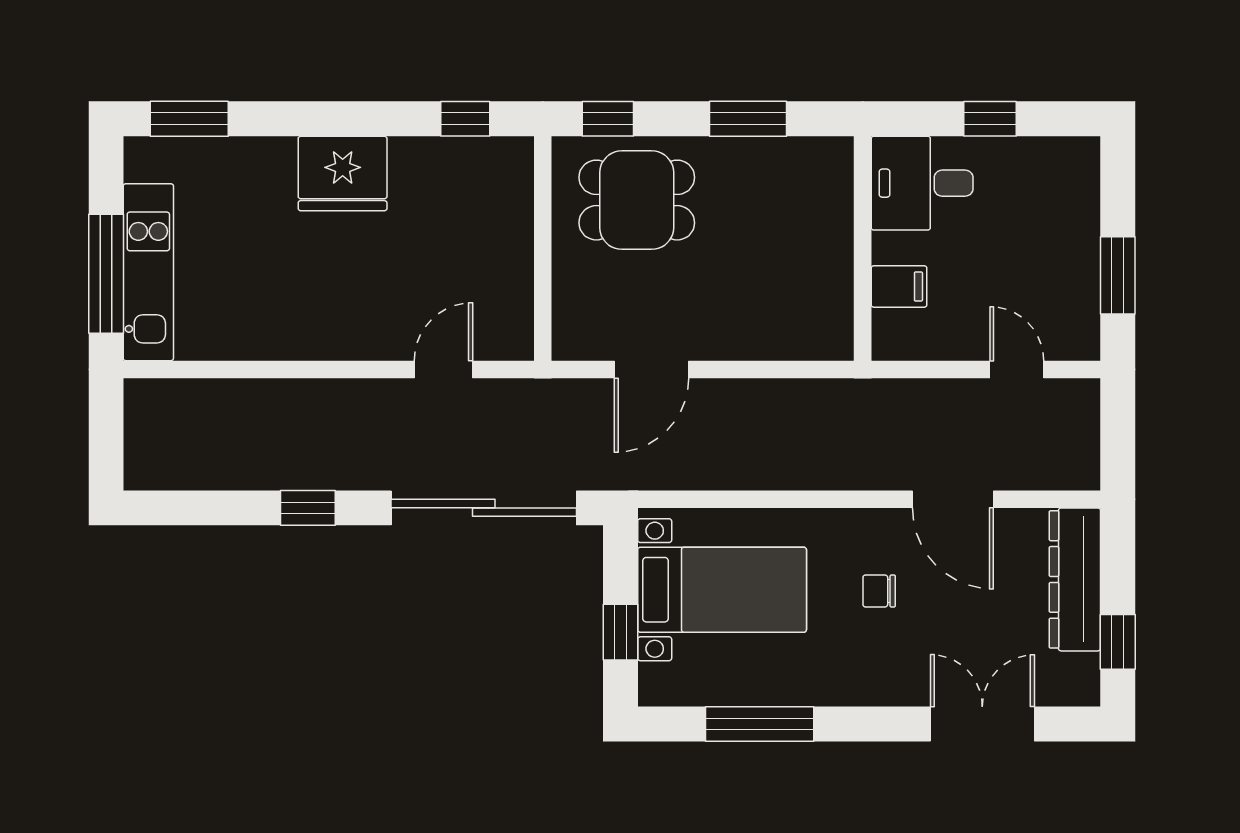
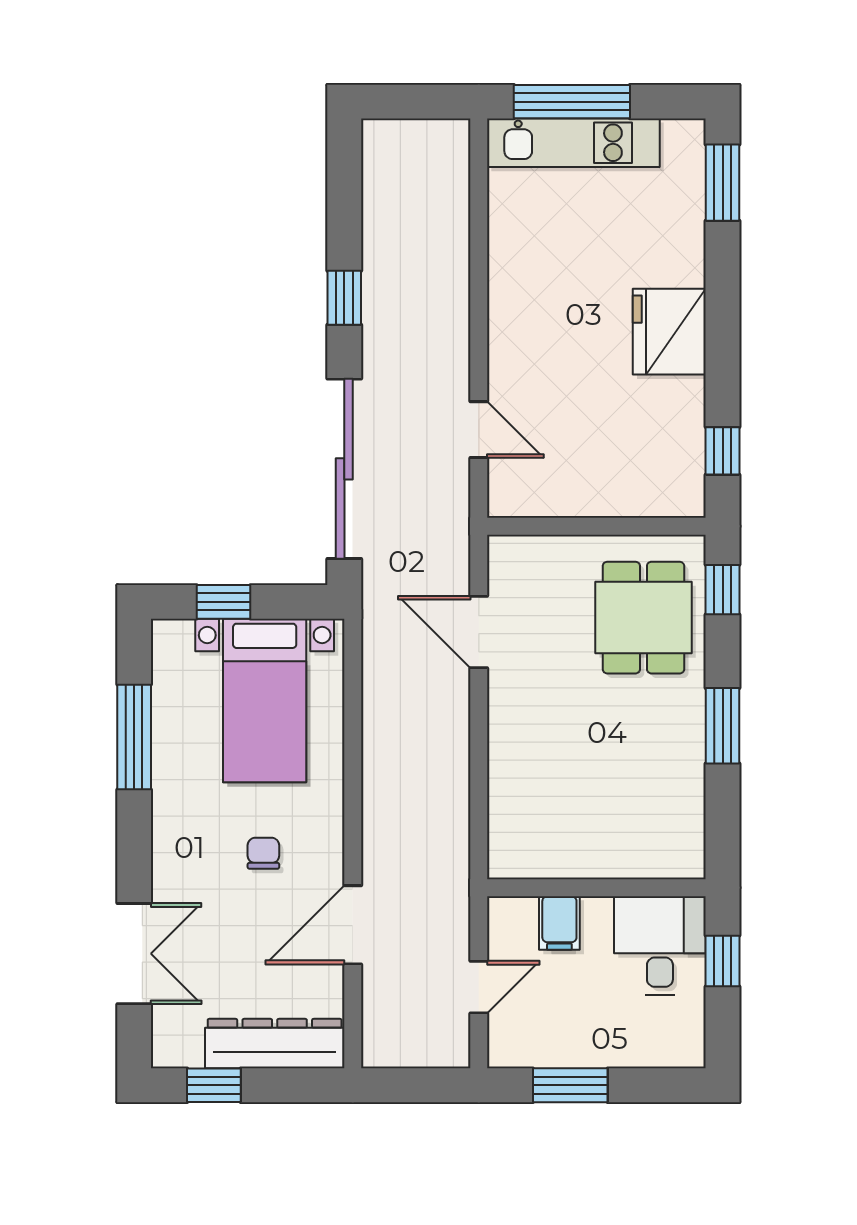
desk: (922, 183) -> (660, 945), moved
wall: (863, 248) -> (596, 888), moved
filing cabinet: (899, 286) -> (559, 923), moved

